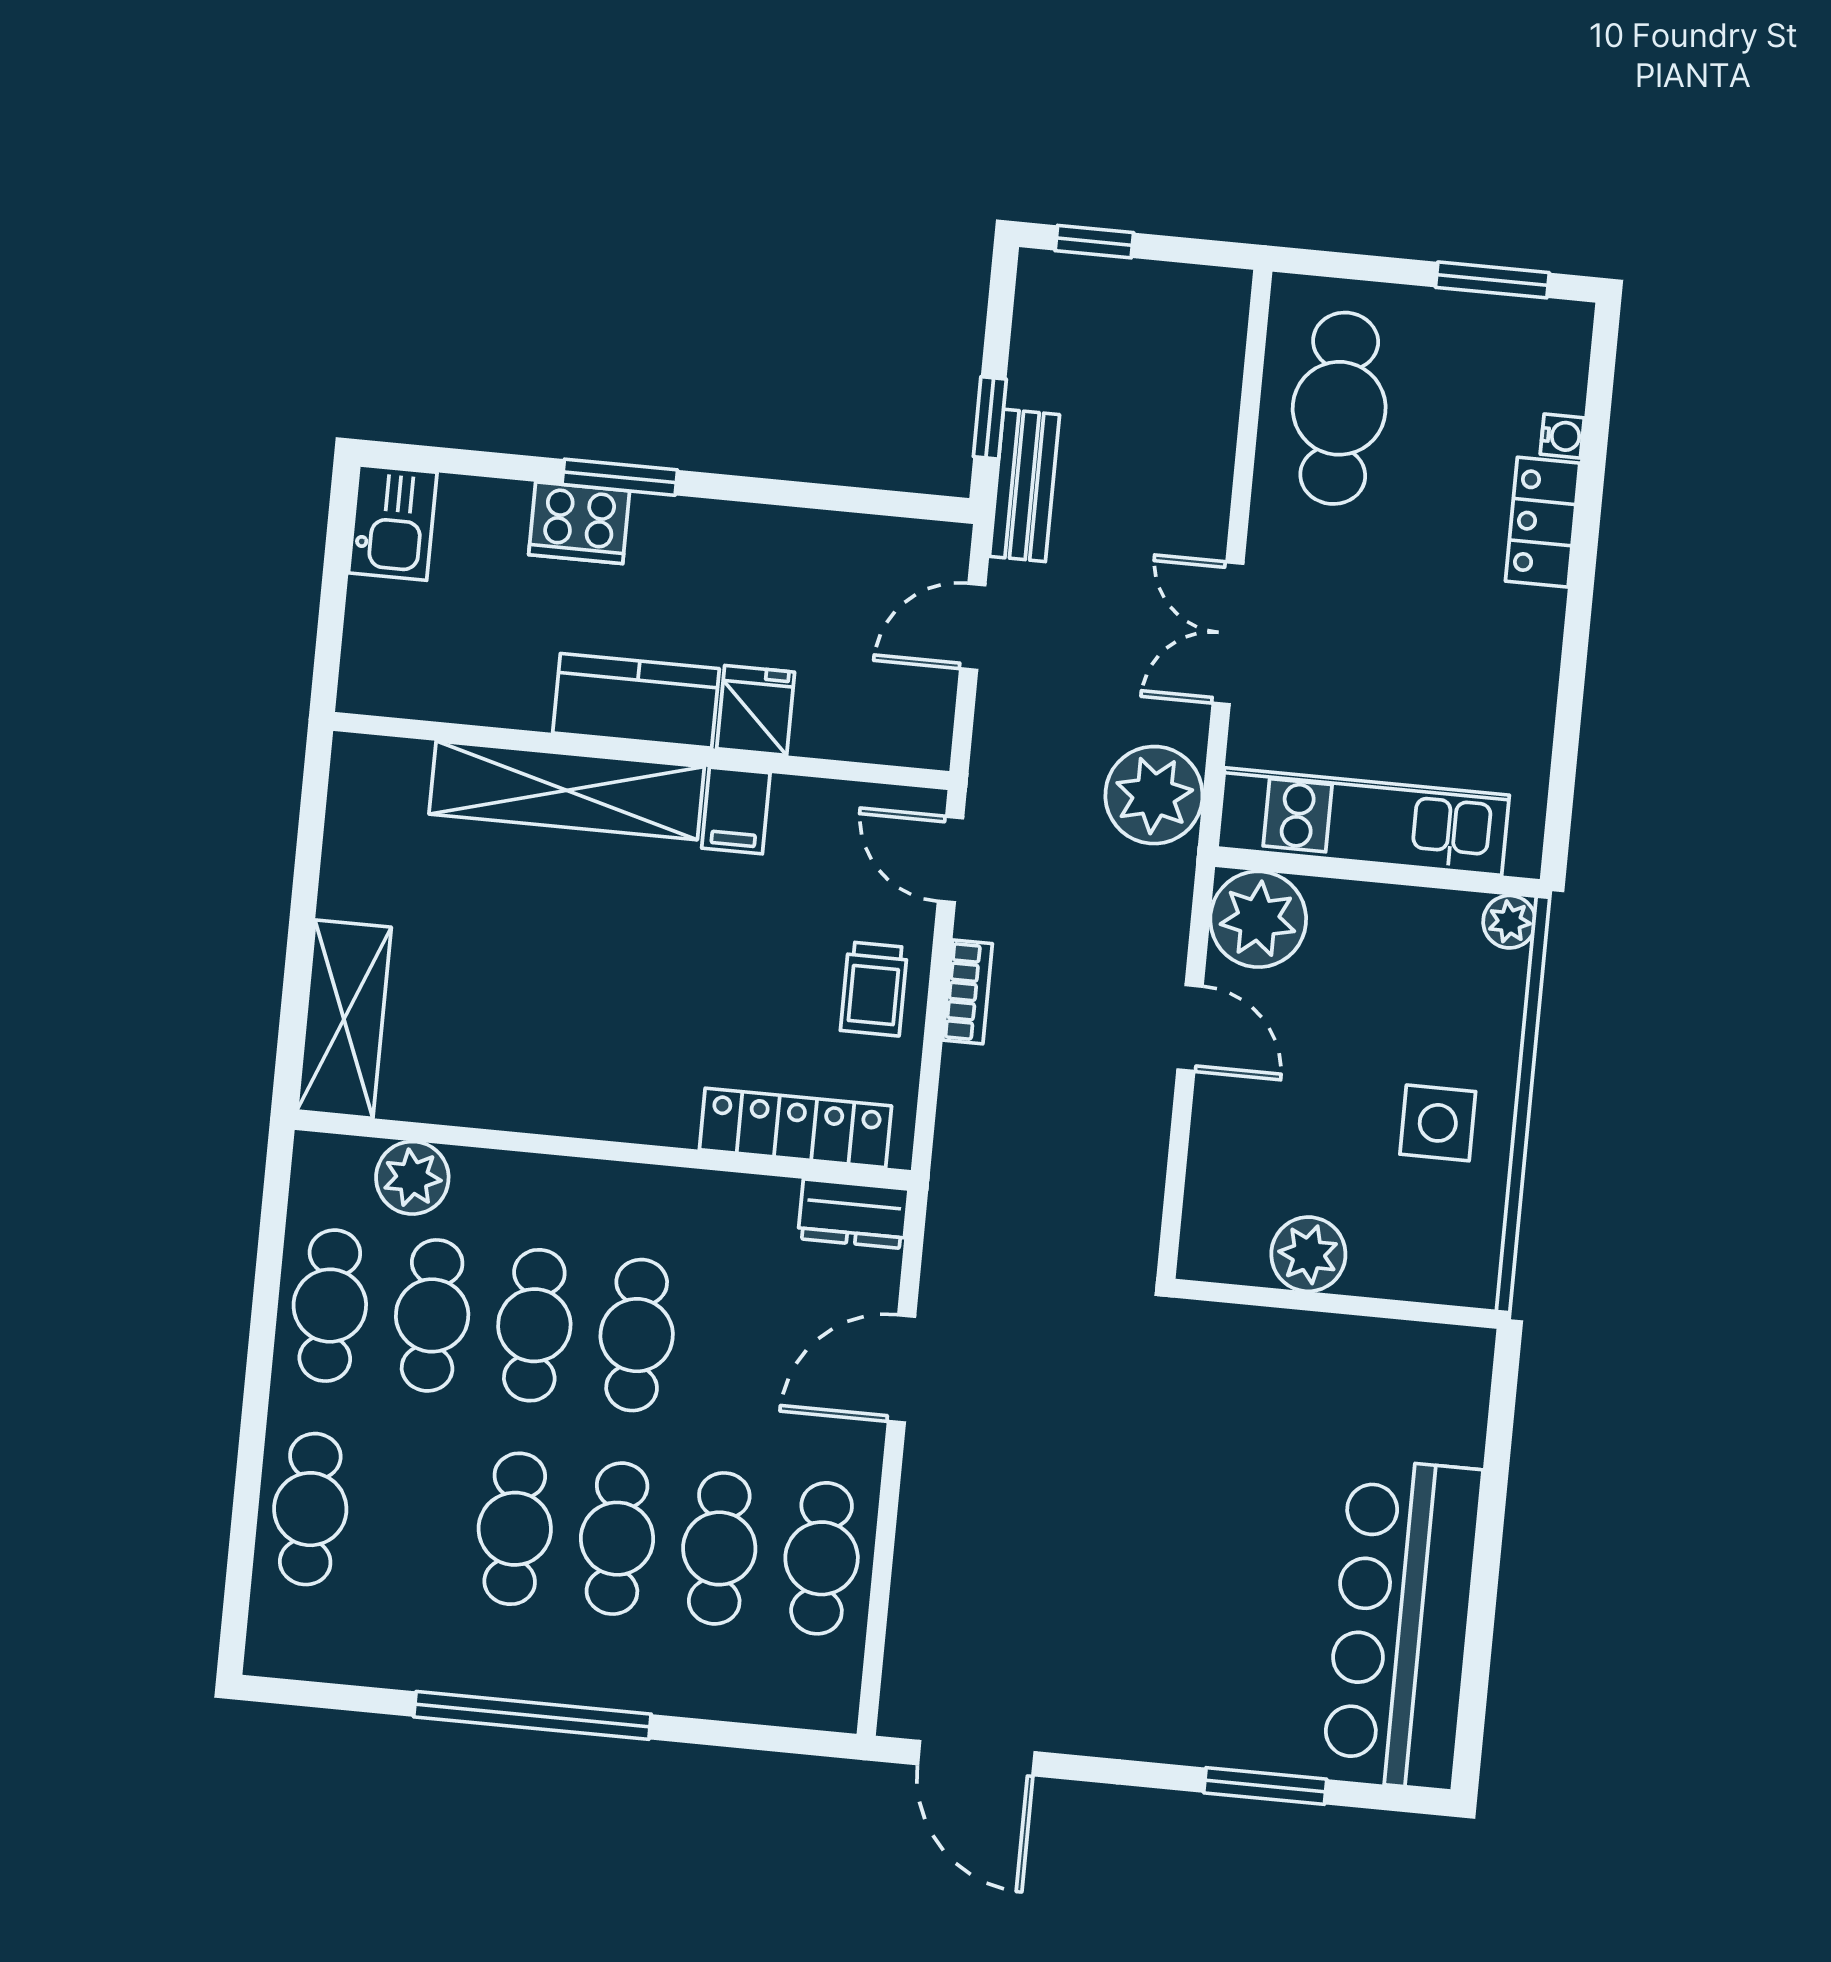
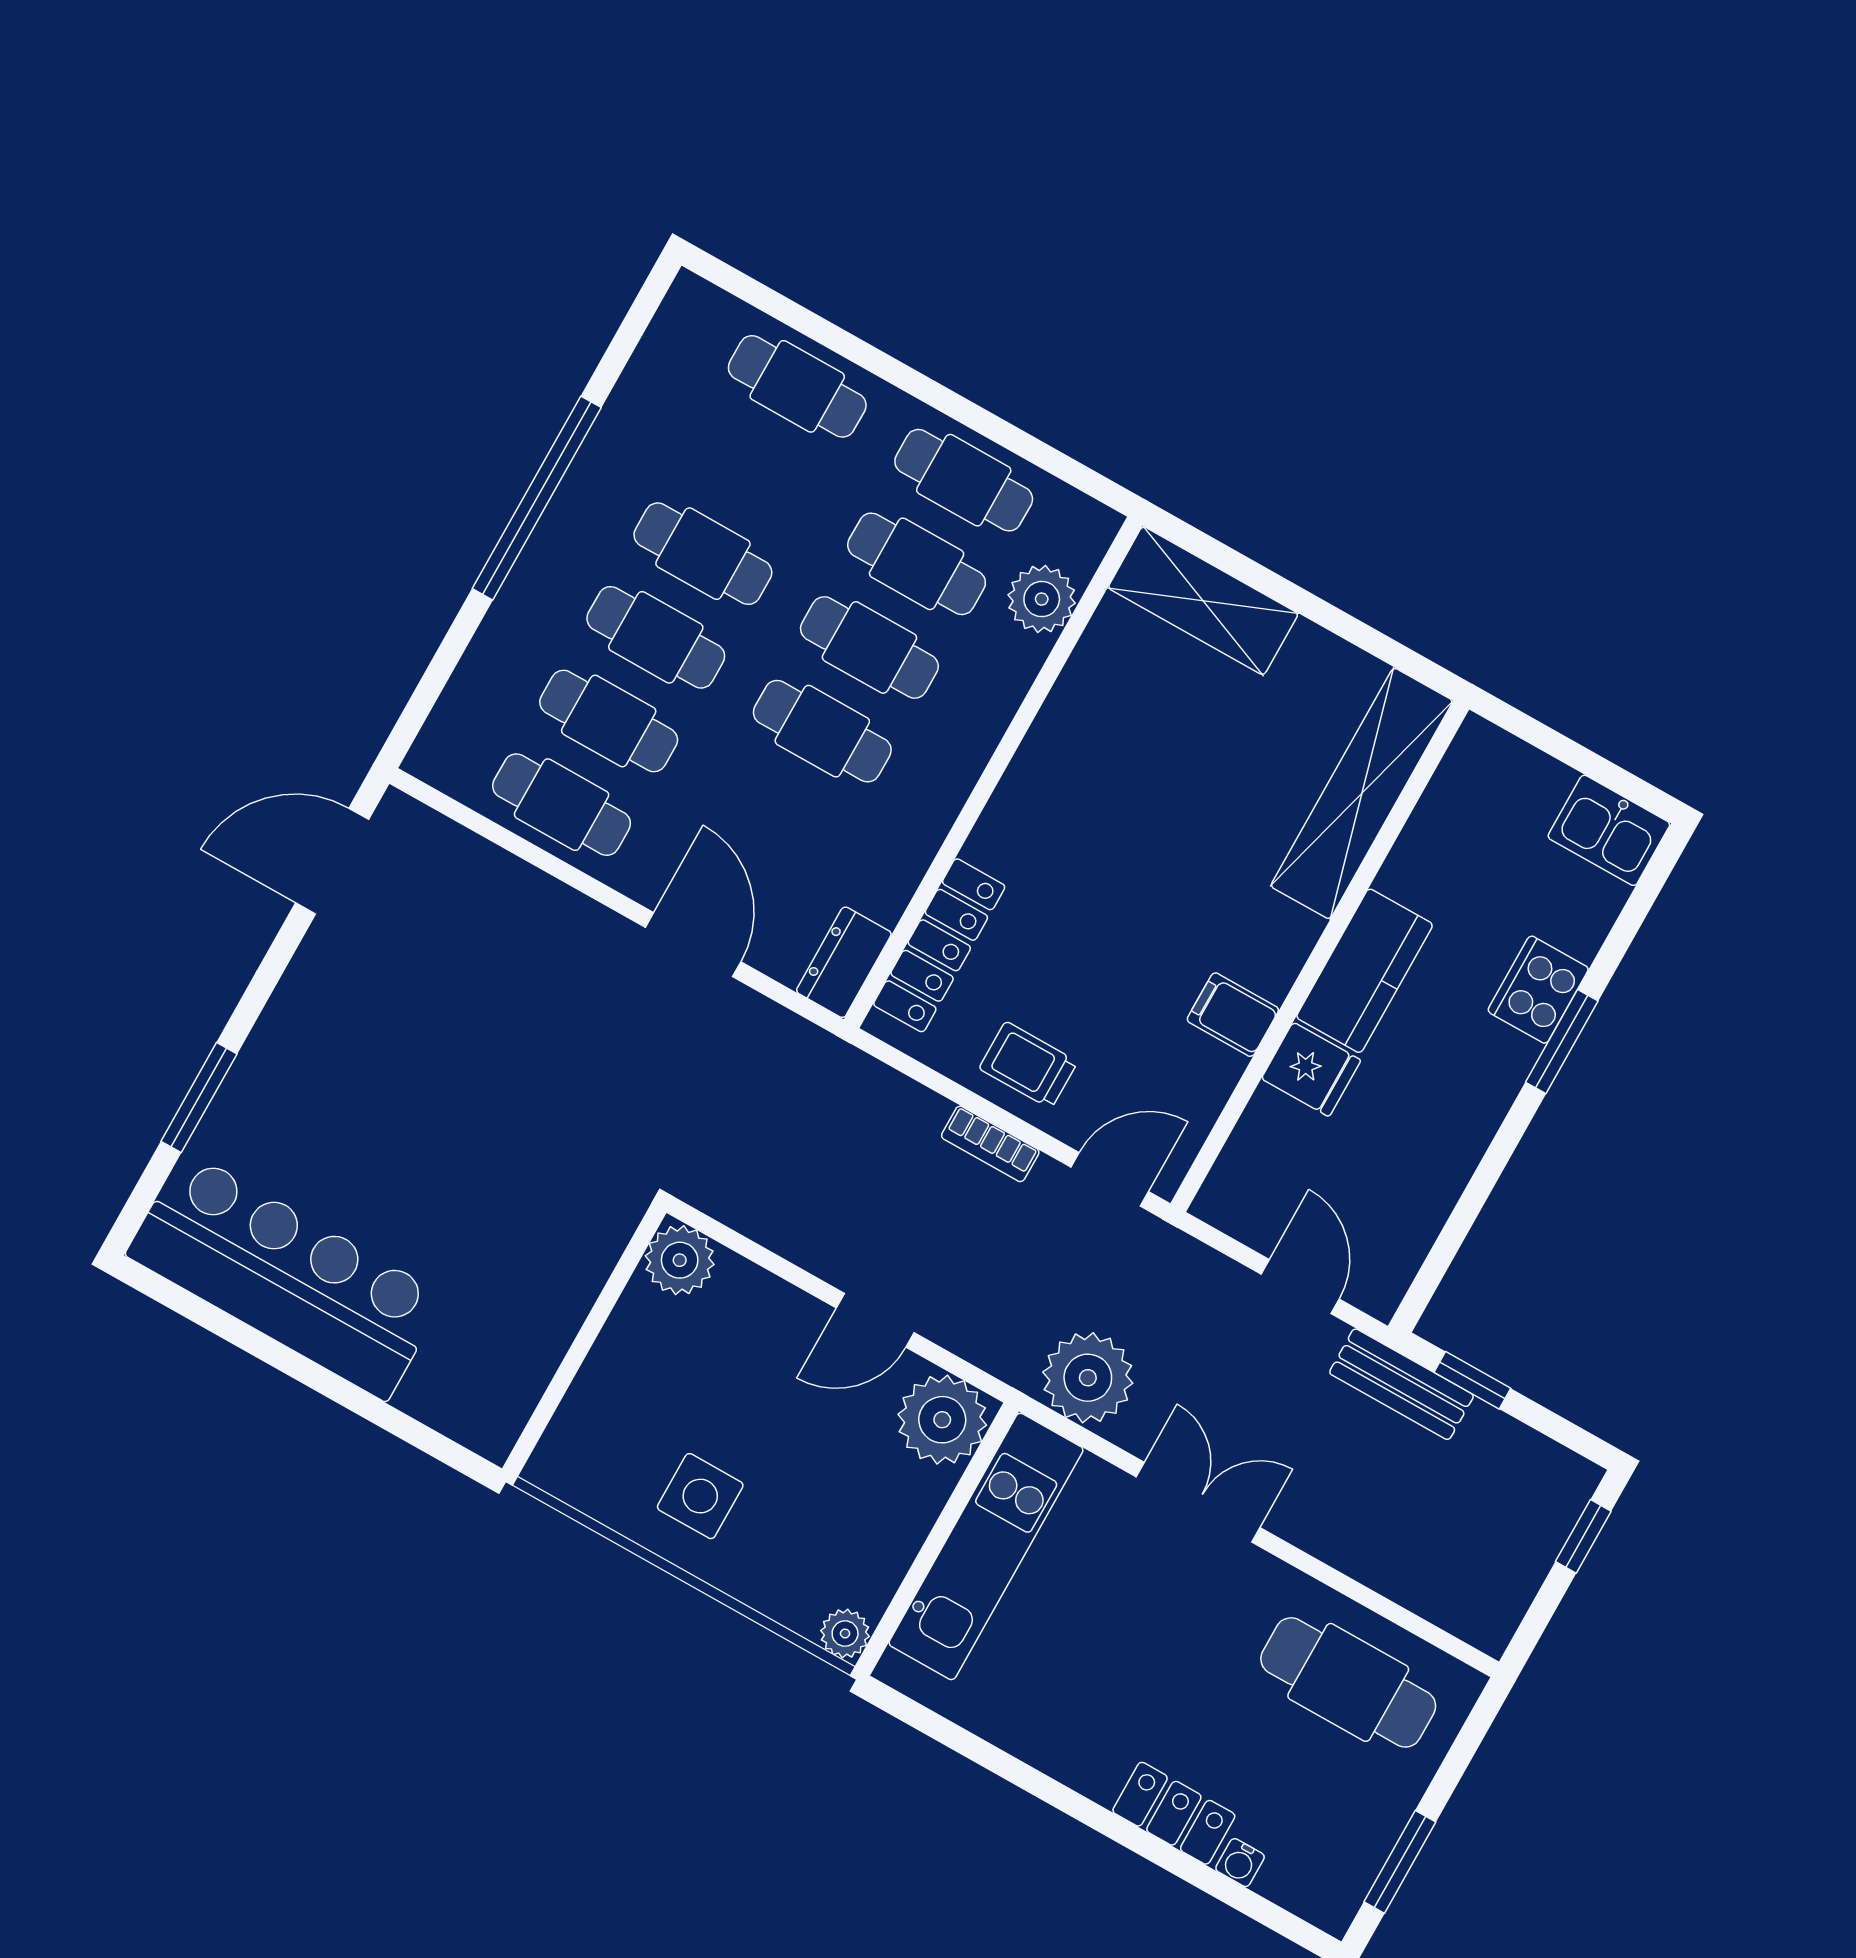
shelving: (567, 790) -> (1362, 793), moved
plant: (1308, 1254) -> (680, 1260), moved

